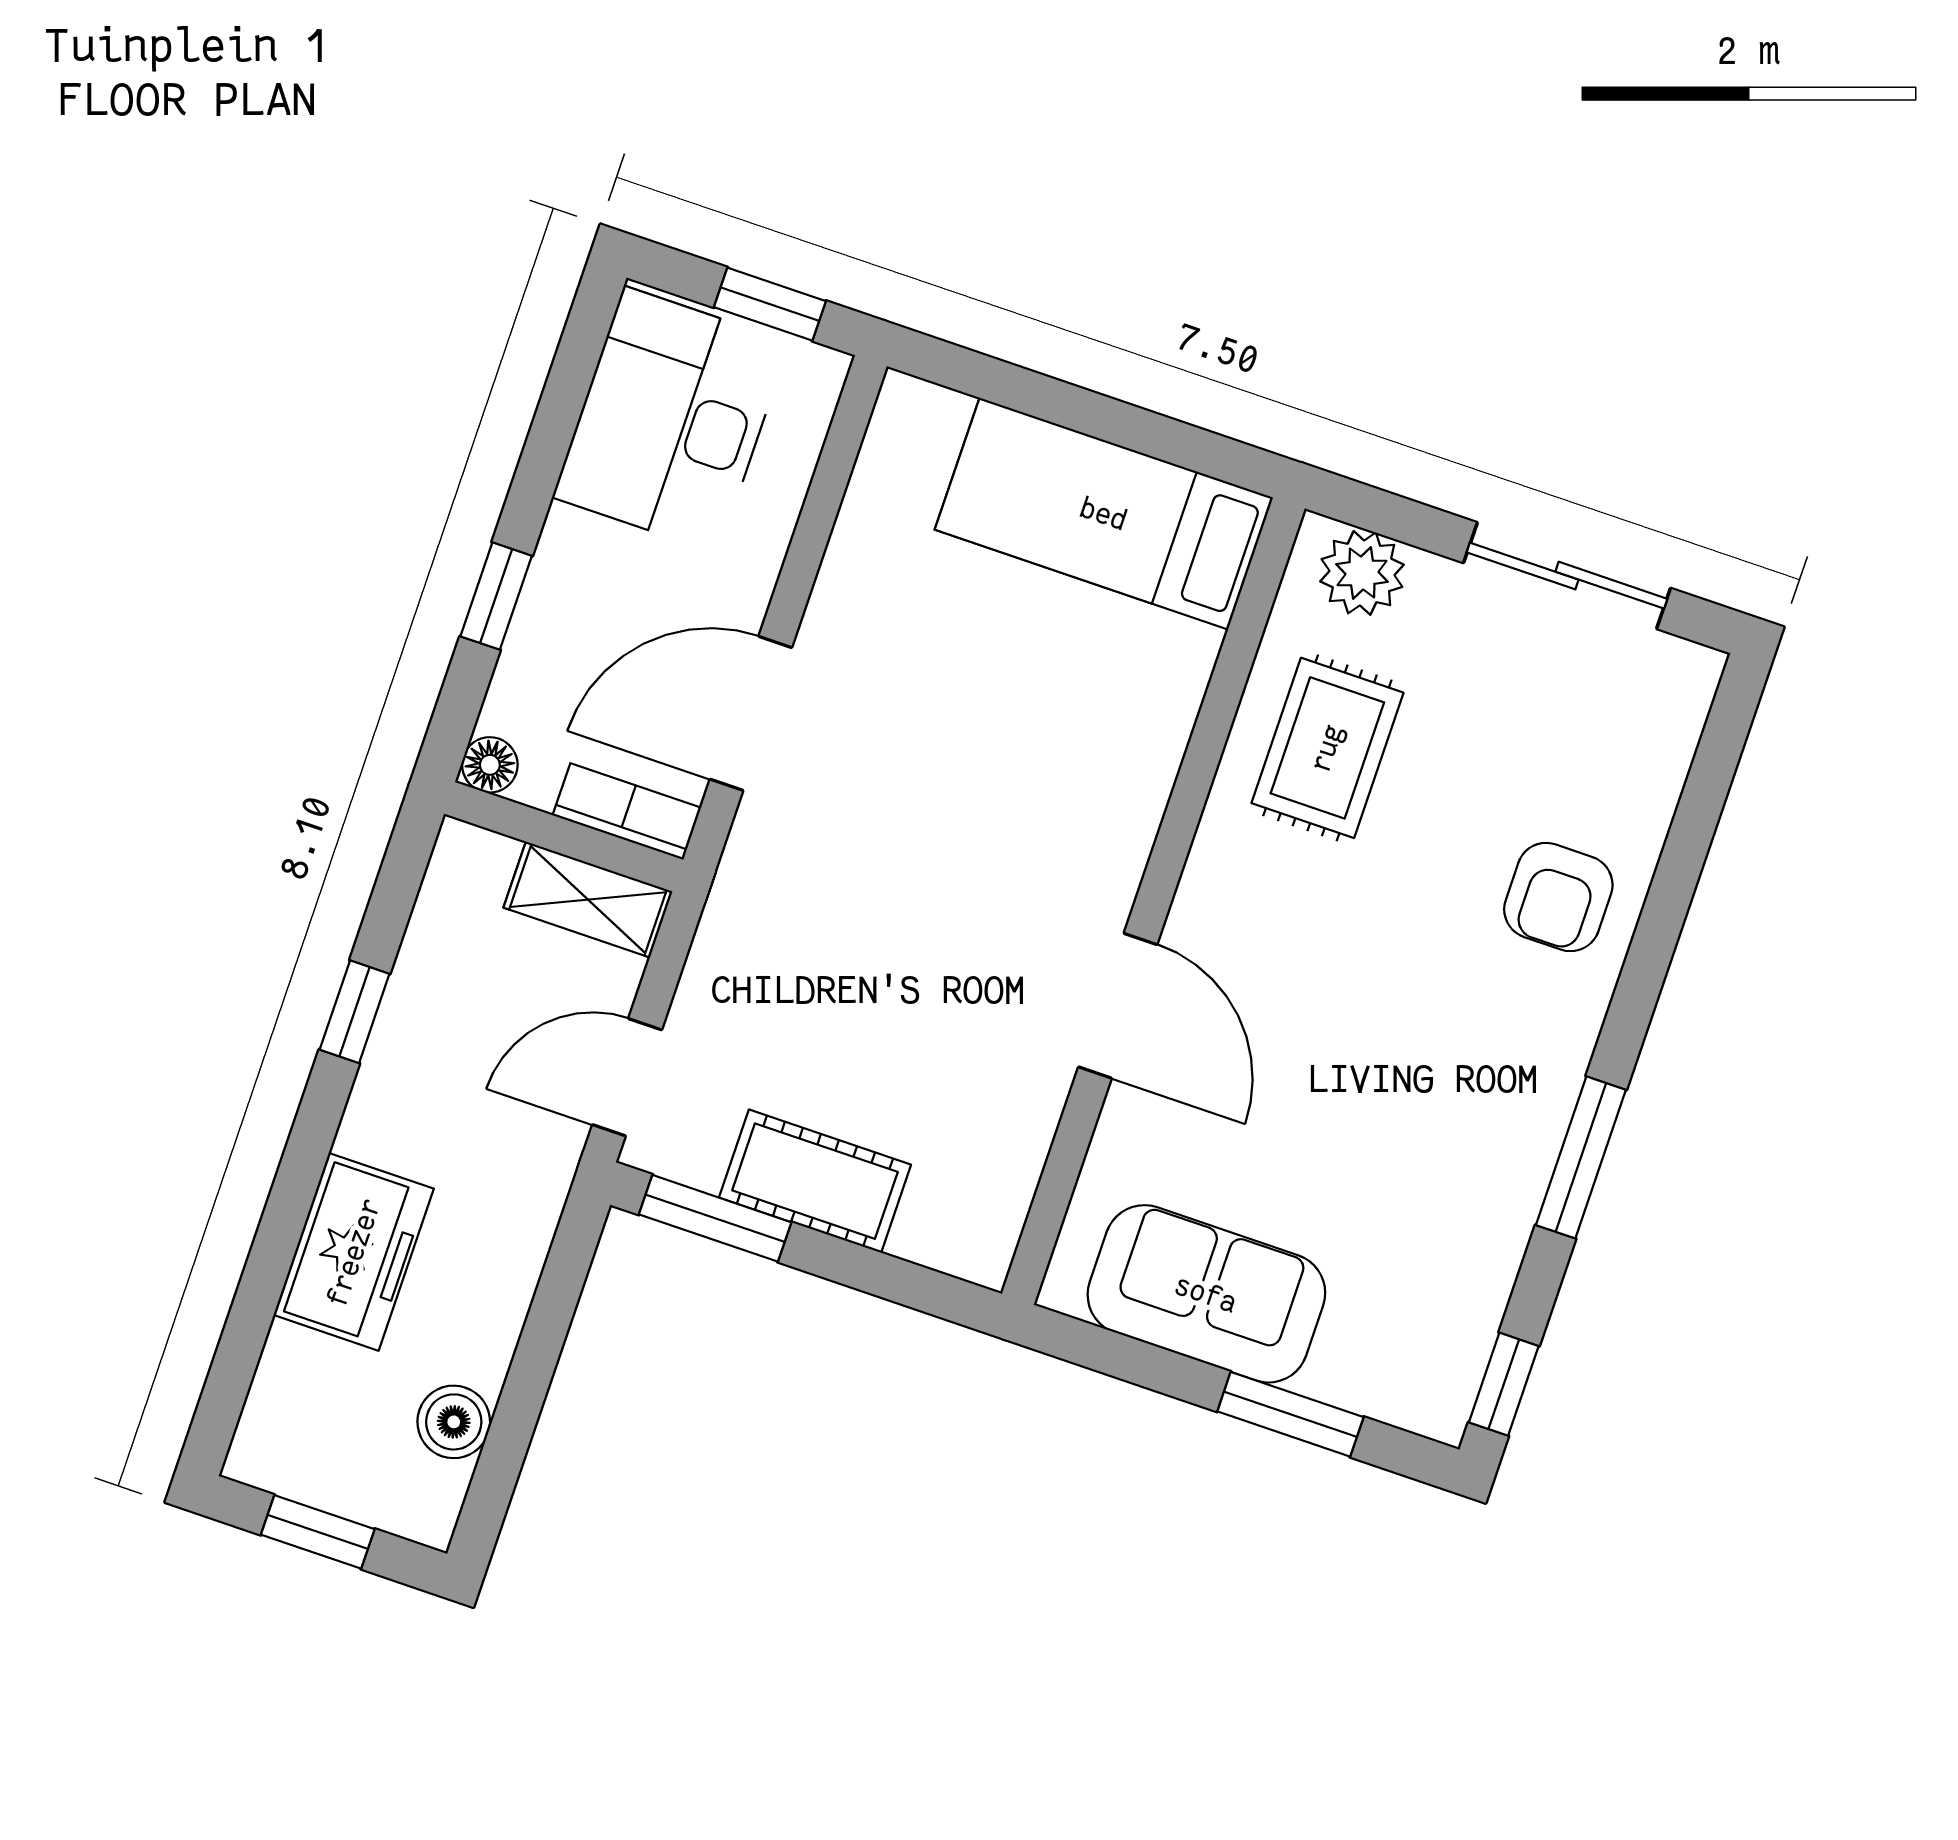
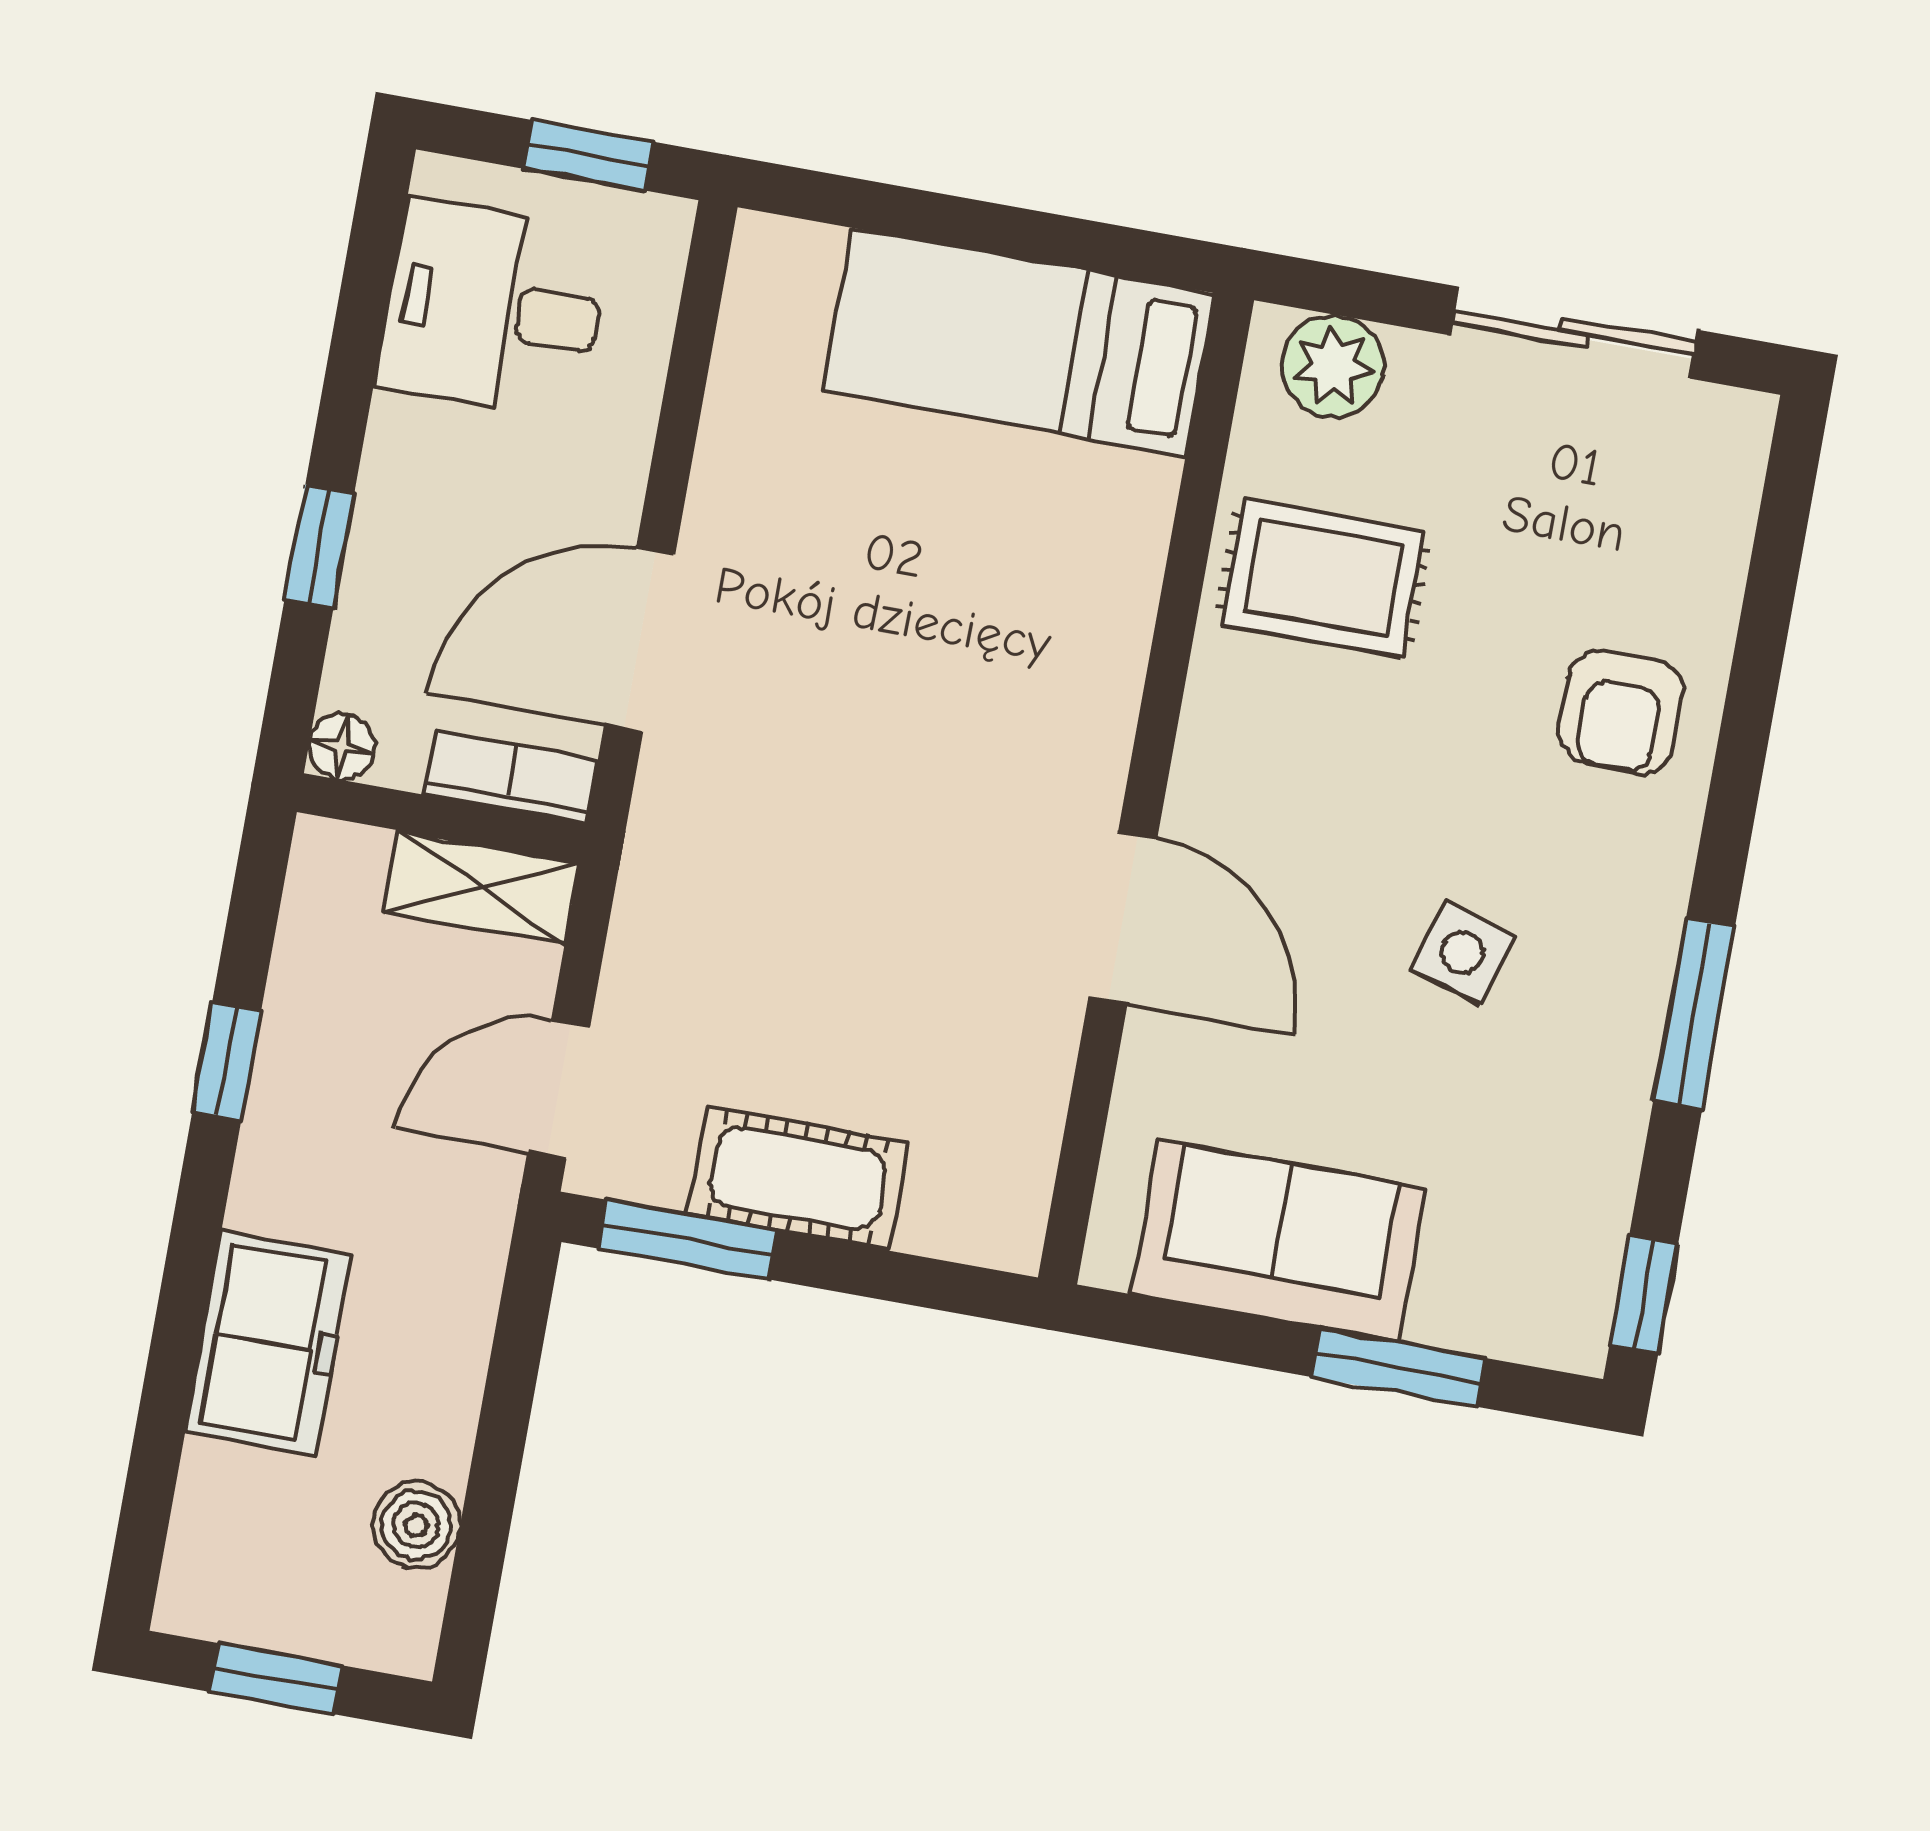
desk: (671, 420) -> (493, 309), width x0.73
rug: (1327, 748) -> (1323, 578), turned 90
side table: (1396, 1077) -> (1462, 952), added

